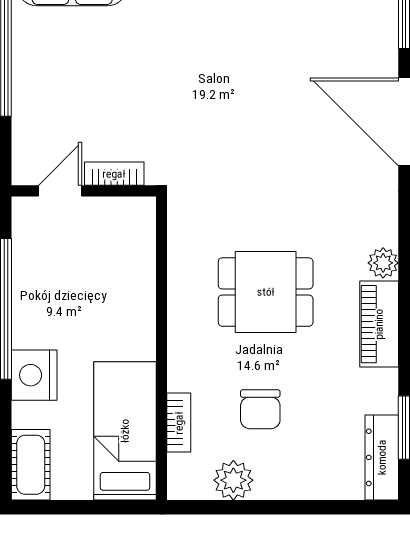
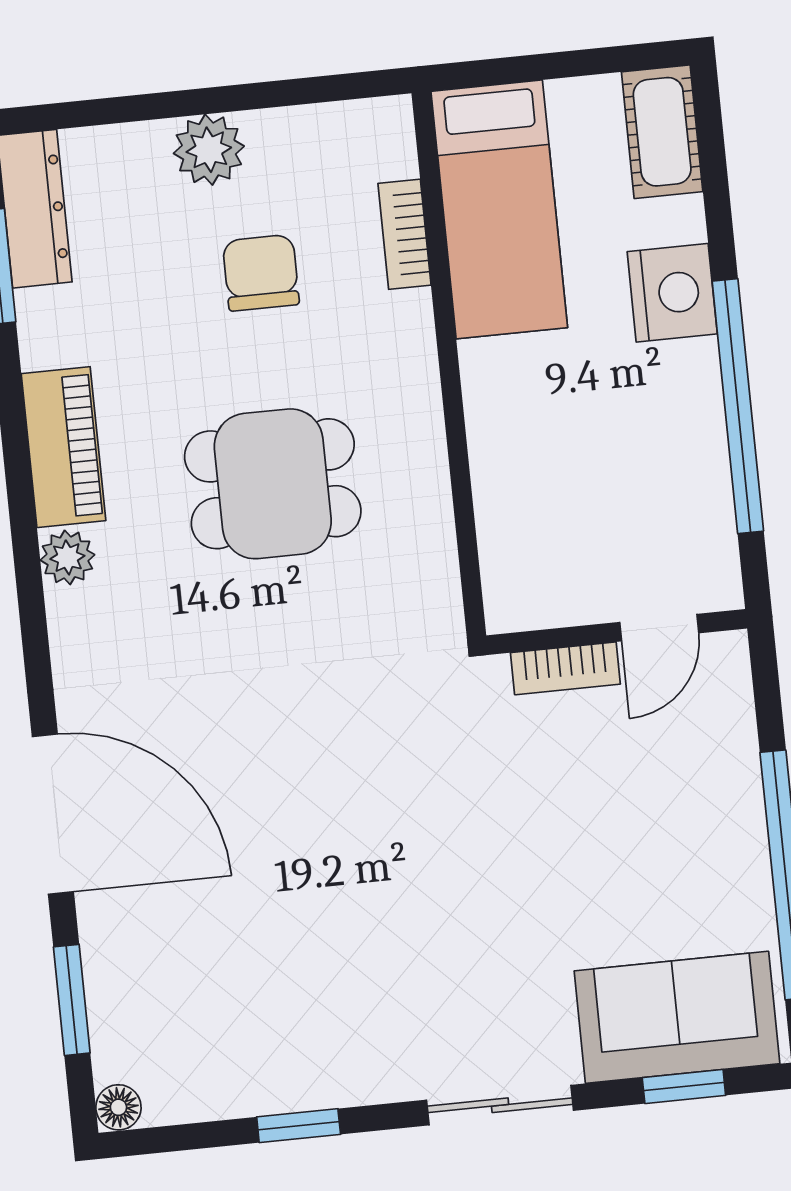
plant: (233, 480) -> (209, 150), moved

